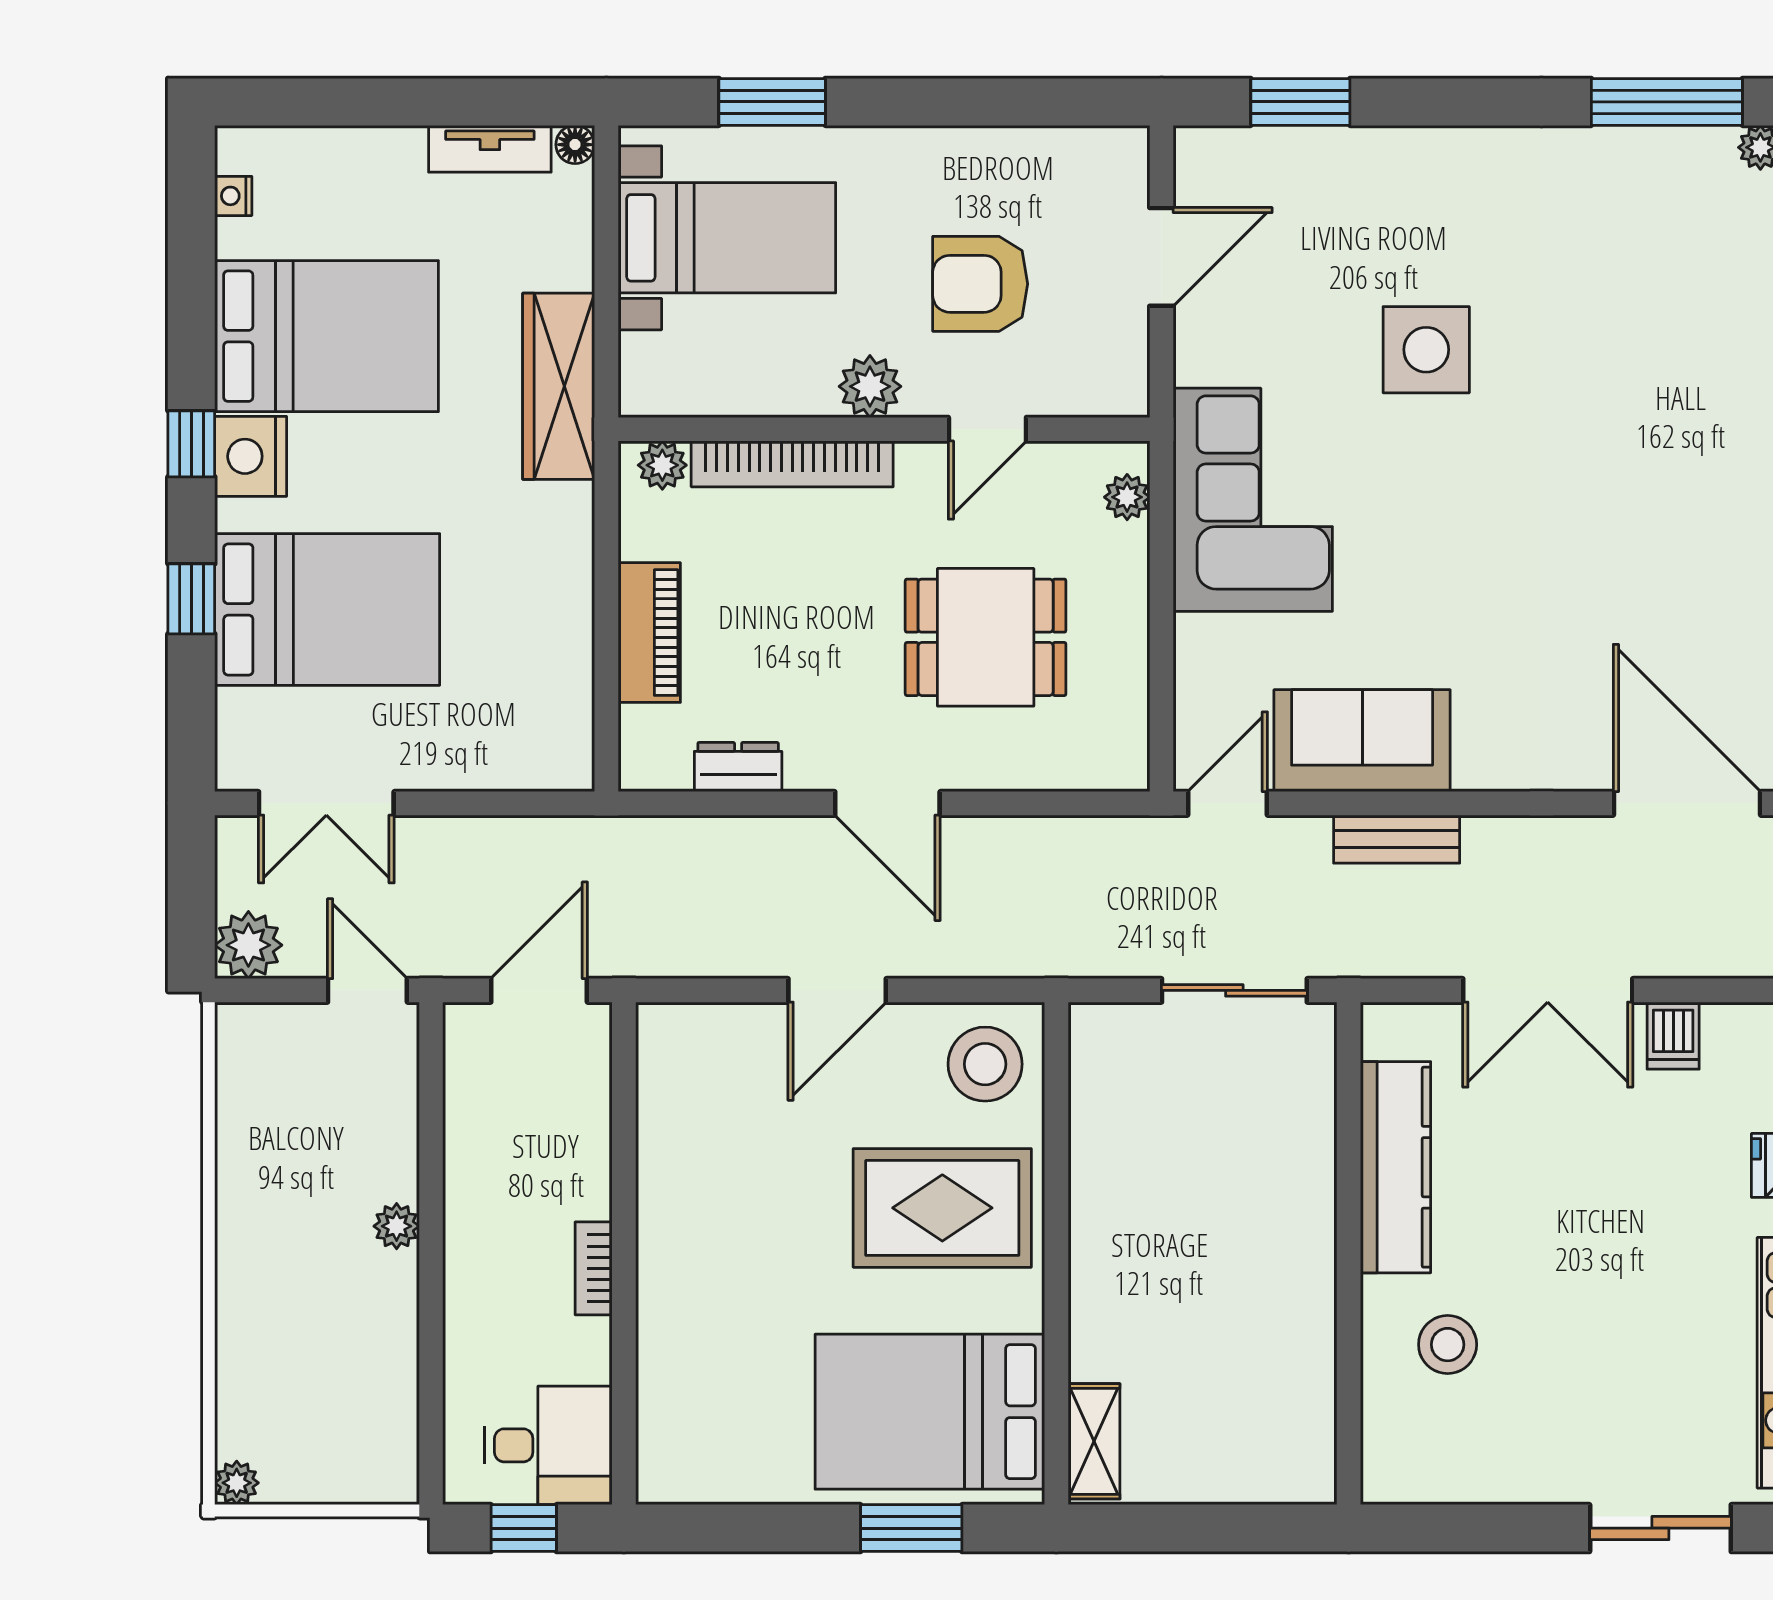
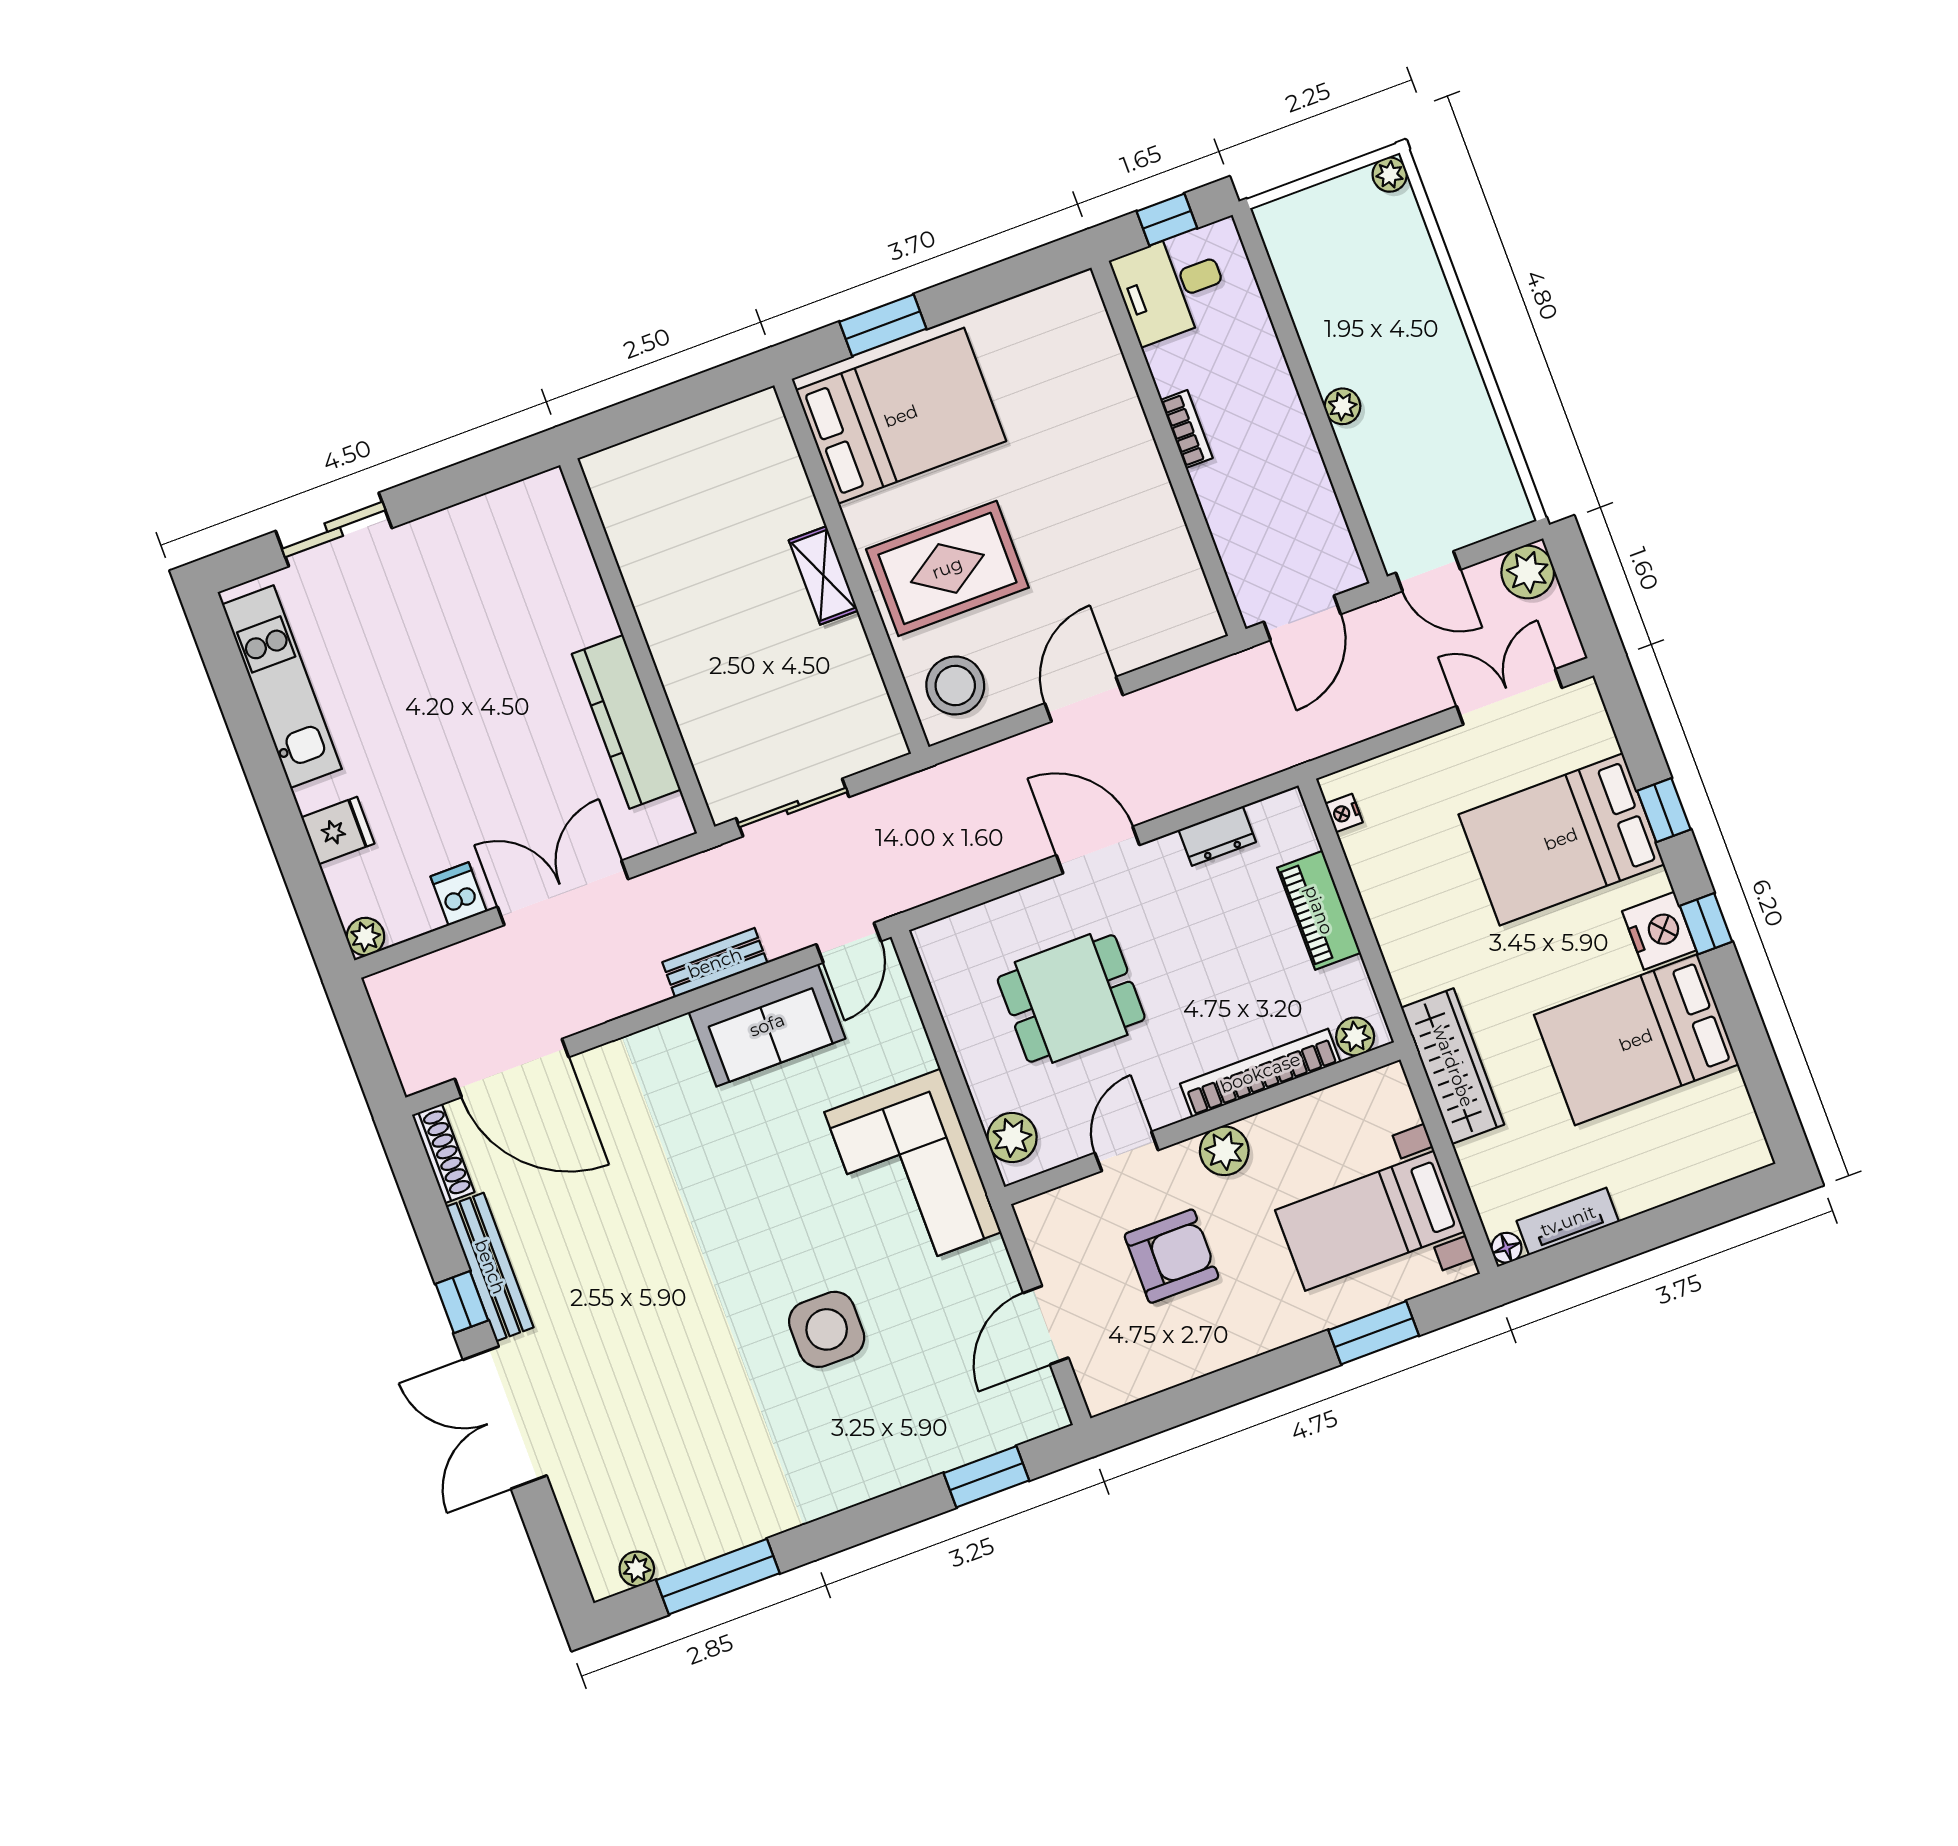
nightstand: (233, 196) -> (1344, 813), moved, turned 180
plant: (1127, 497) -> (1012, 1138), width x1.38, depth x1.38
stool: (1448, 1345) -> (540, 606), removed
shelving: (1094, 1441) -> (823, 575), moved

